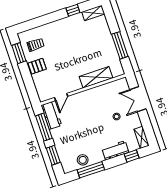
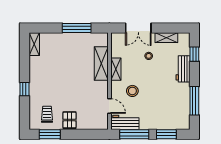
window: (73, 10) -> (24, 89), moved
shelving: (95, 92) -> (116, 69), added
shelving: (141, 137) -> (166, 38), moved
stool: (83, 160) -> (132, 91), moved

